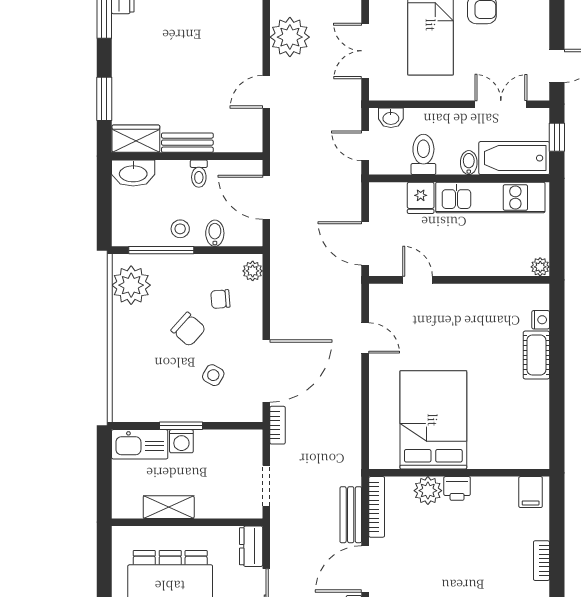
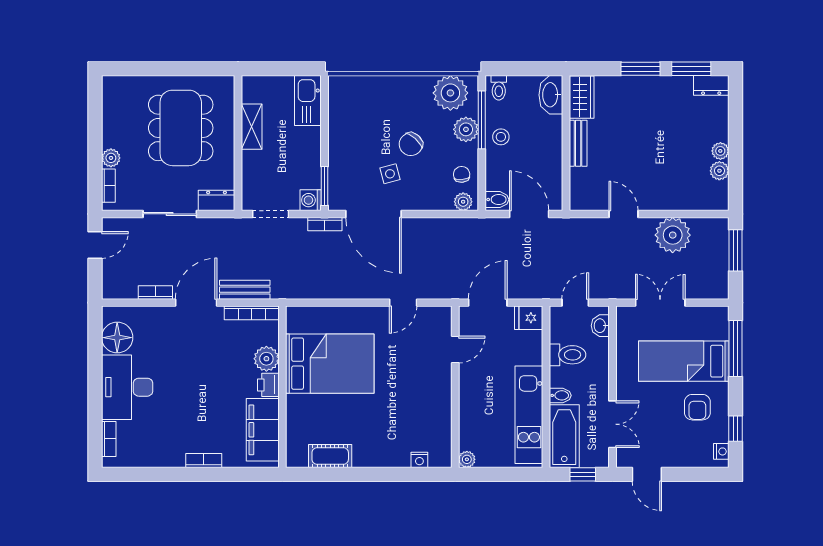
window: (104, 99) -> (640, 69), moved
toilet: (199, 174) -> (499, 88), moved, turned -90
door: (266, 197) -> (529, 214), hinge flipped
fridge: (421, 198) -> (529, 318), moved
bidet: (215, 233) -> (497, 200), moved
plant: (172, 268) -> (466, 129), added
chair: (220, 299) -> (462, 174), moved
cot: (536, 355) -> (330, 456), moved
side table: (213, 375) -> (390, 174), moved, turned 45
window: (181, 426) -> (324, 186), moved
washing machine: (181, 441) -> (311, 200), moved
filing cabinet: (531, 492) -> (263, 430), width x3.00, depth x1.17
door: (365, 569) -> (196, 303), hinge flipped

